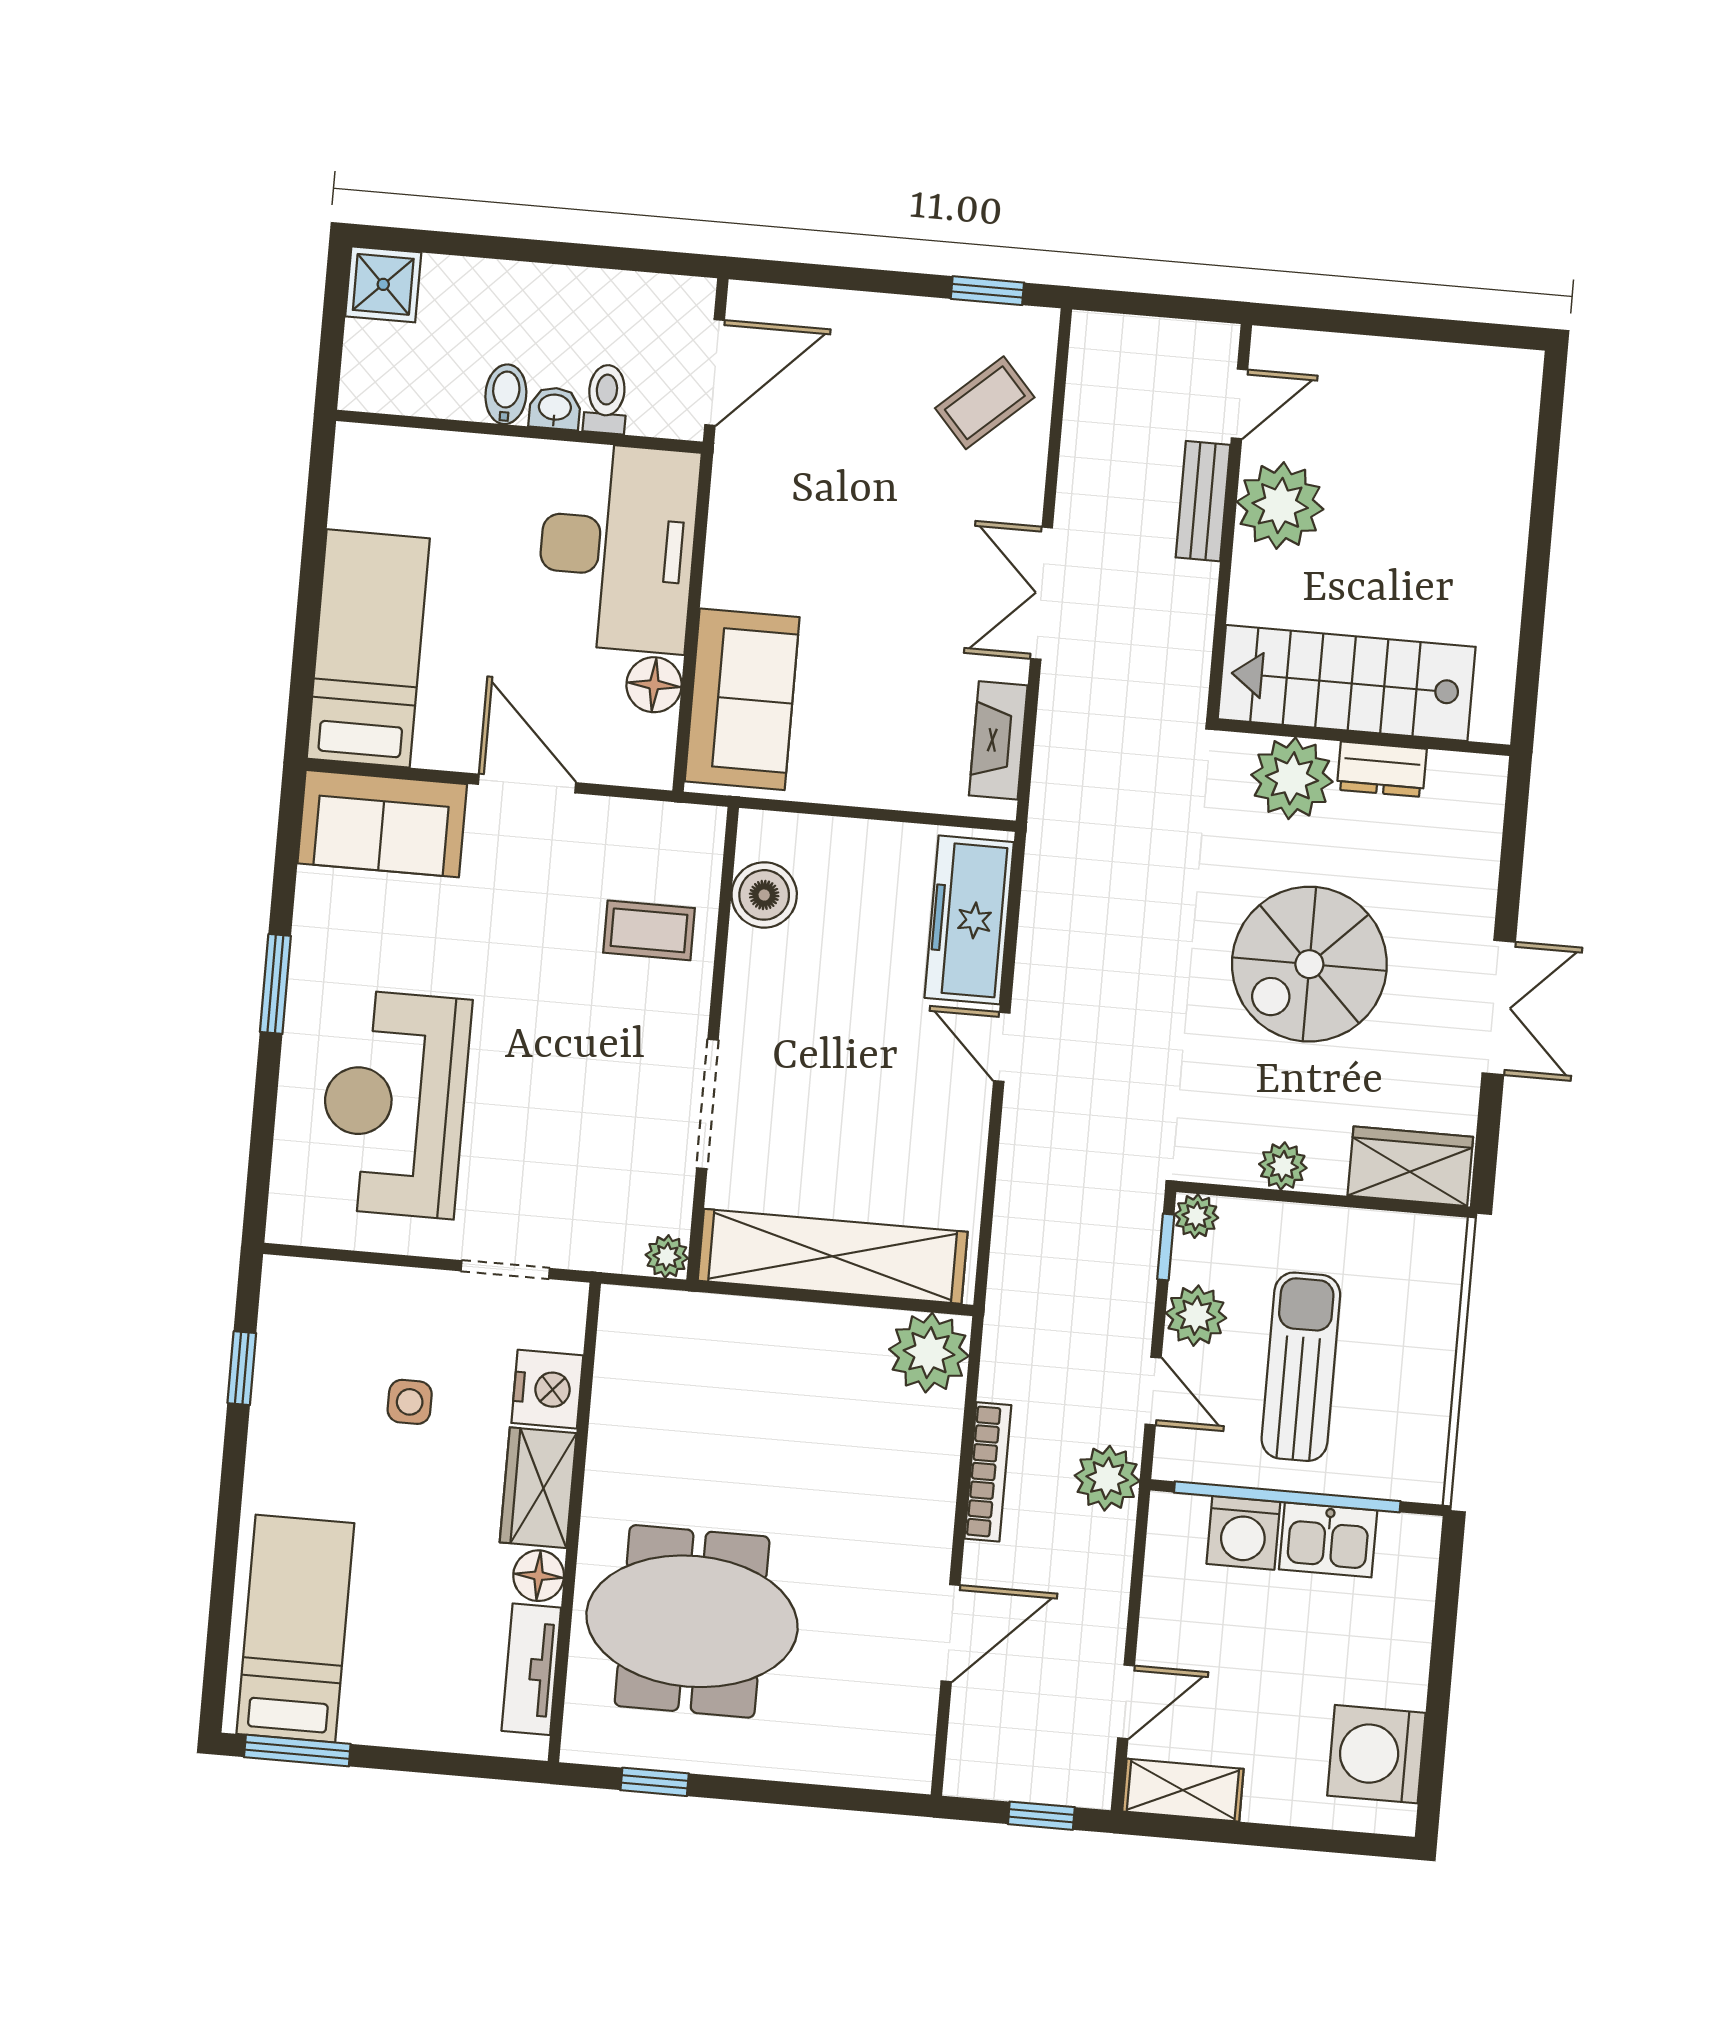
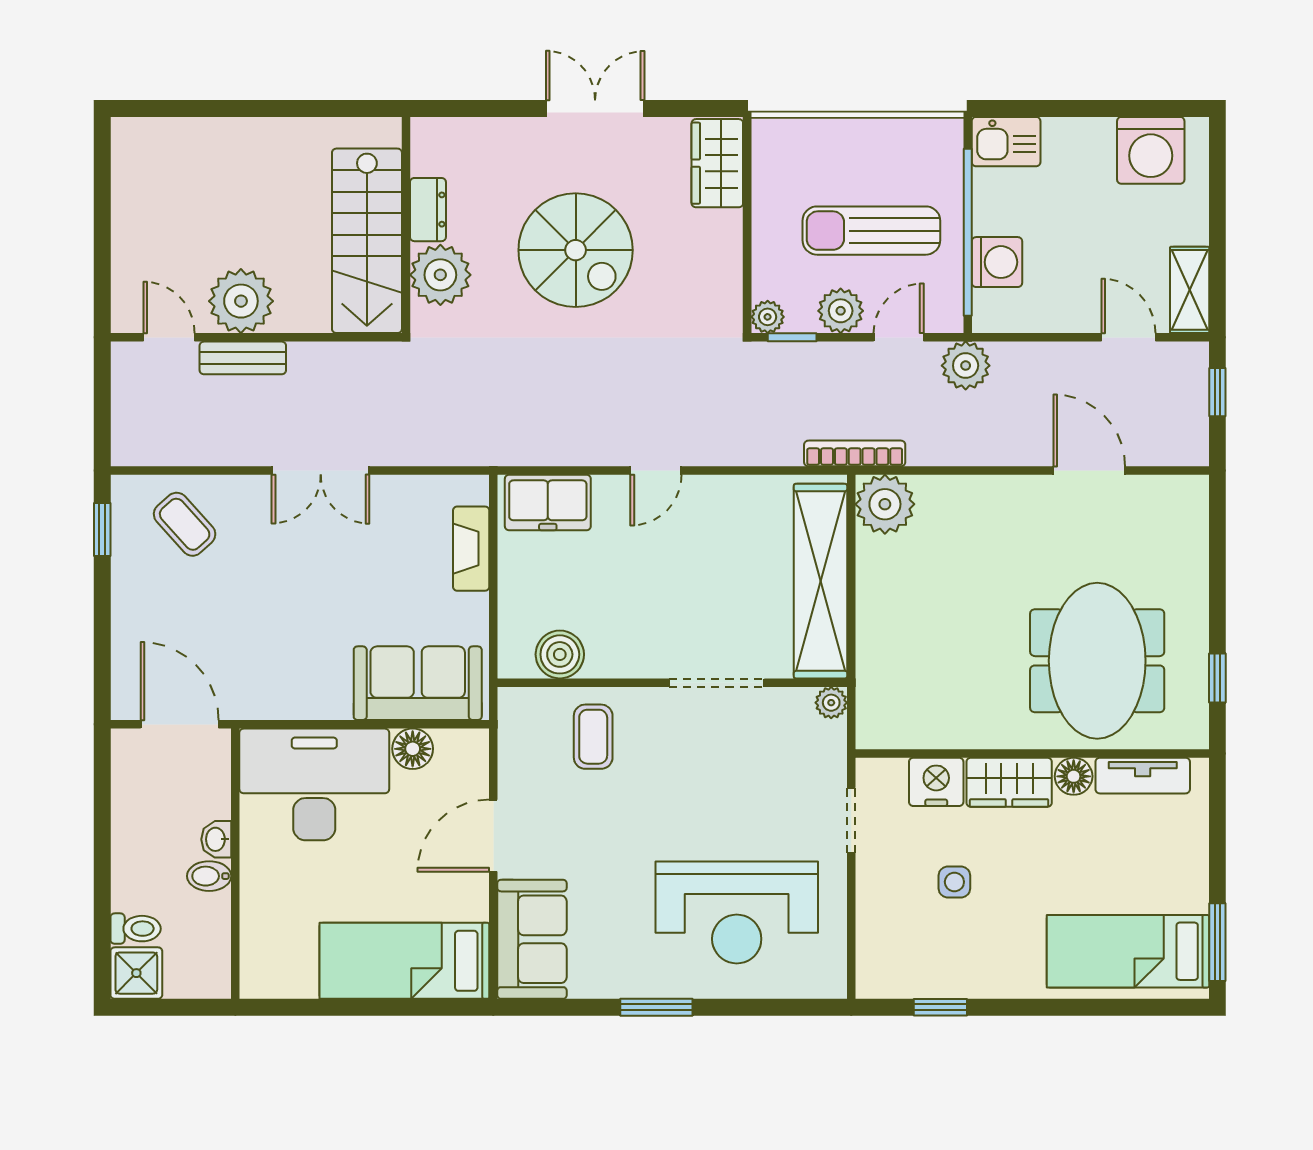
toilet: (606, 399) -> (136, 929), moved, turned 180
fireplace: (998, 740) -> (471, 549), moved, turned 90
freezer: (969, 920) -> (548, 502), width x0.71
plant: (1283, 1166) -> (725, 257), removed
bookcase: (988, 1472) -> (855, 453), moved
kitchen sink: (1328, 1540) -> (1006, 142), moved, turned 90

